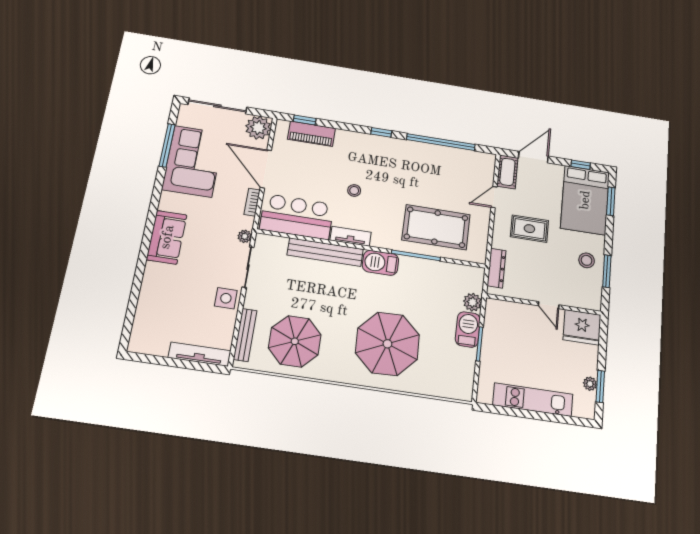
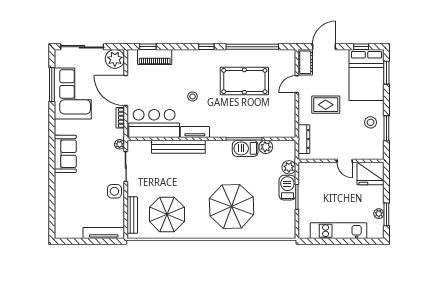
pool table: (436, 227) -> (244, 81), moved
barbecue: (380, 263) -> (245, 148), moved
plant: (444, 270) -> (266, 147), added

